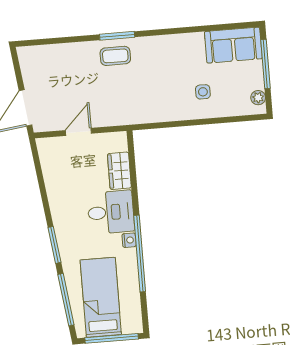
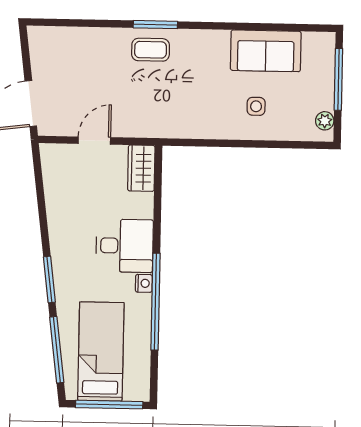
sofa: (233, 45) -> (266, 51), moved
wardrobe: (119, 171) -> (141, 168), moved

